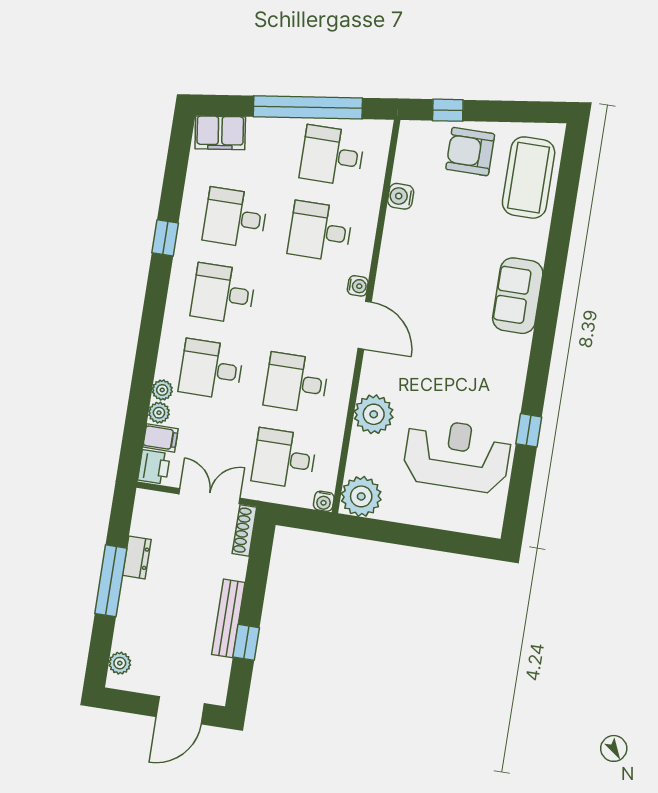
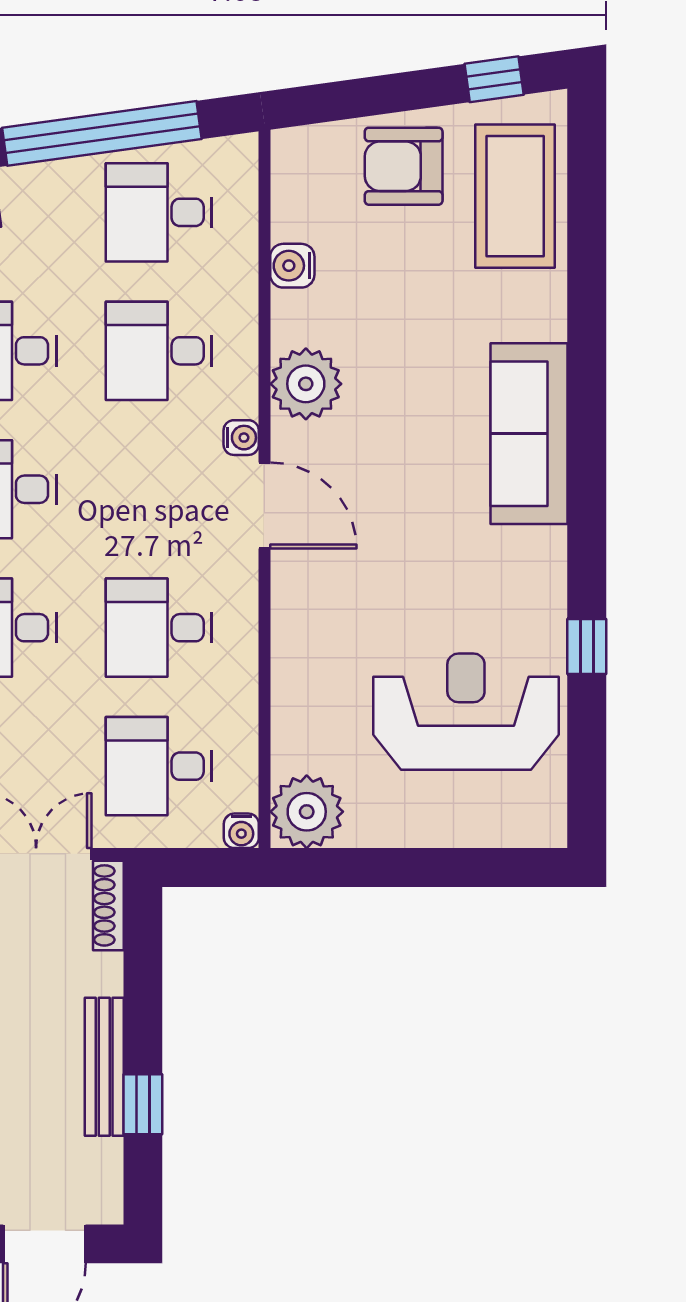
window: (448, 110) -> (494, 79), moved
sofa: (518, 296) -> (529, 434), width x1.36
plant: (374, 414) -> (306, 384), moved

